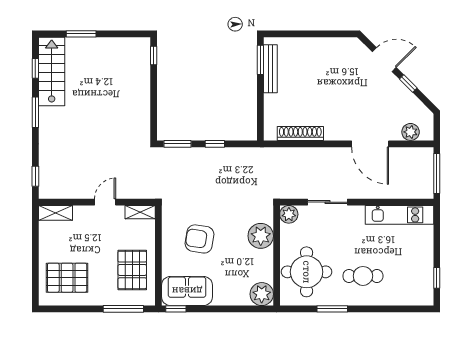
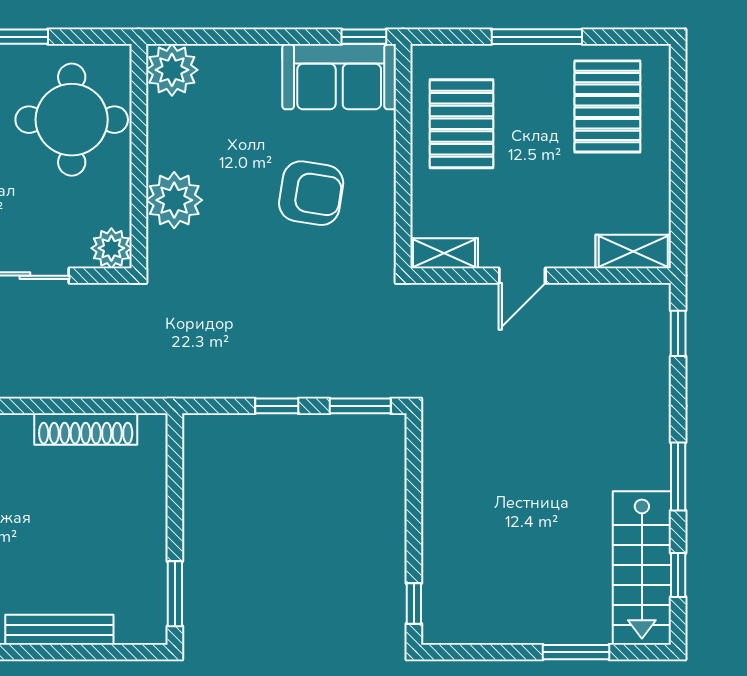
bench: (270, 69) -> (59, 630), moved, turned 90
pallet: (67, 278) -> (607, 106), turned 90
window: (123, 309) -> (537, 37), moved

